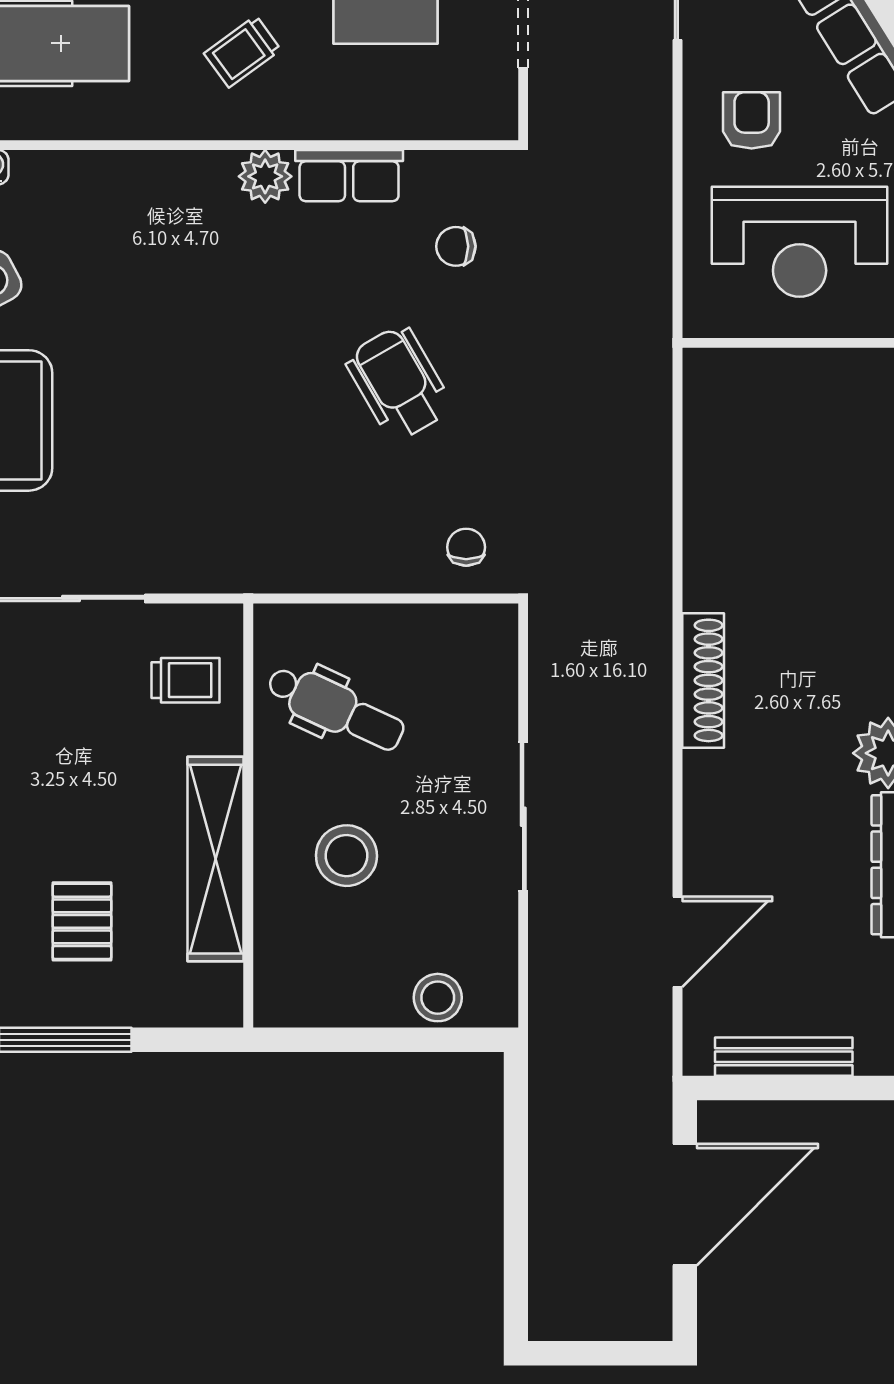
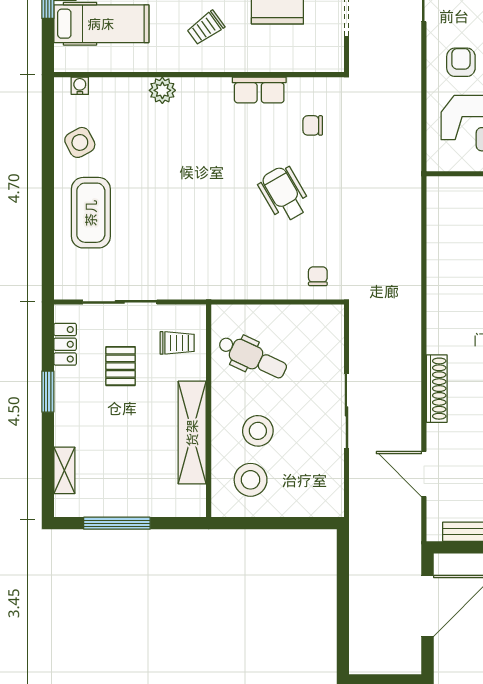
plant: (265, 176) -> (162, 90), moved
shoe rack: (703, 680) -> (437, 389), moved
pallet: (82, 921) -> (121, 366), moved
door: (678, 942) -> (424, 474), swing flipped
stool: (438, 998) -> (251, 480), moved, width x1.38, depth x1.38

